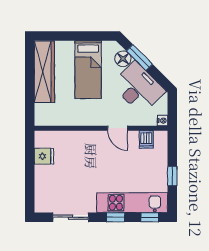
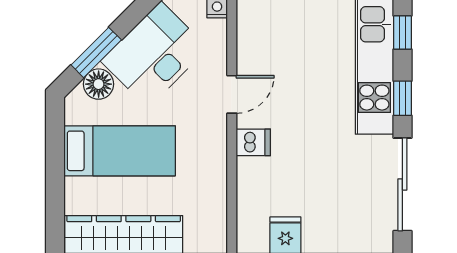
dishwasher: (146, 139) -> (253, 142), moved
sliding door: (71, 217) -> (402, 184), width x1.37

